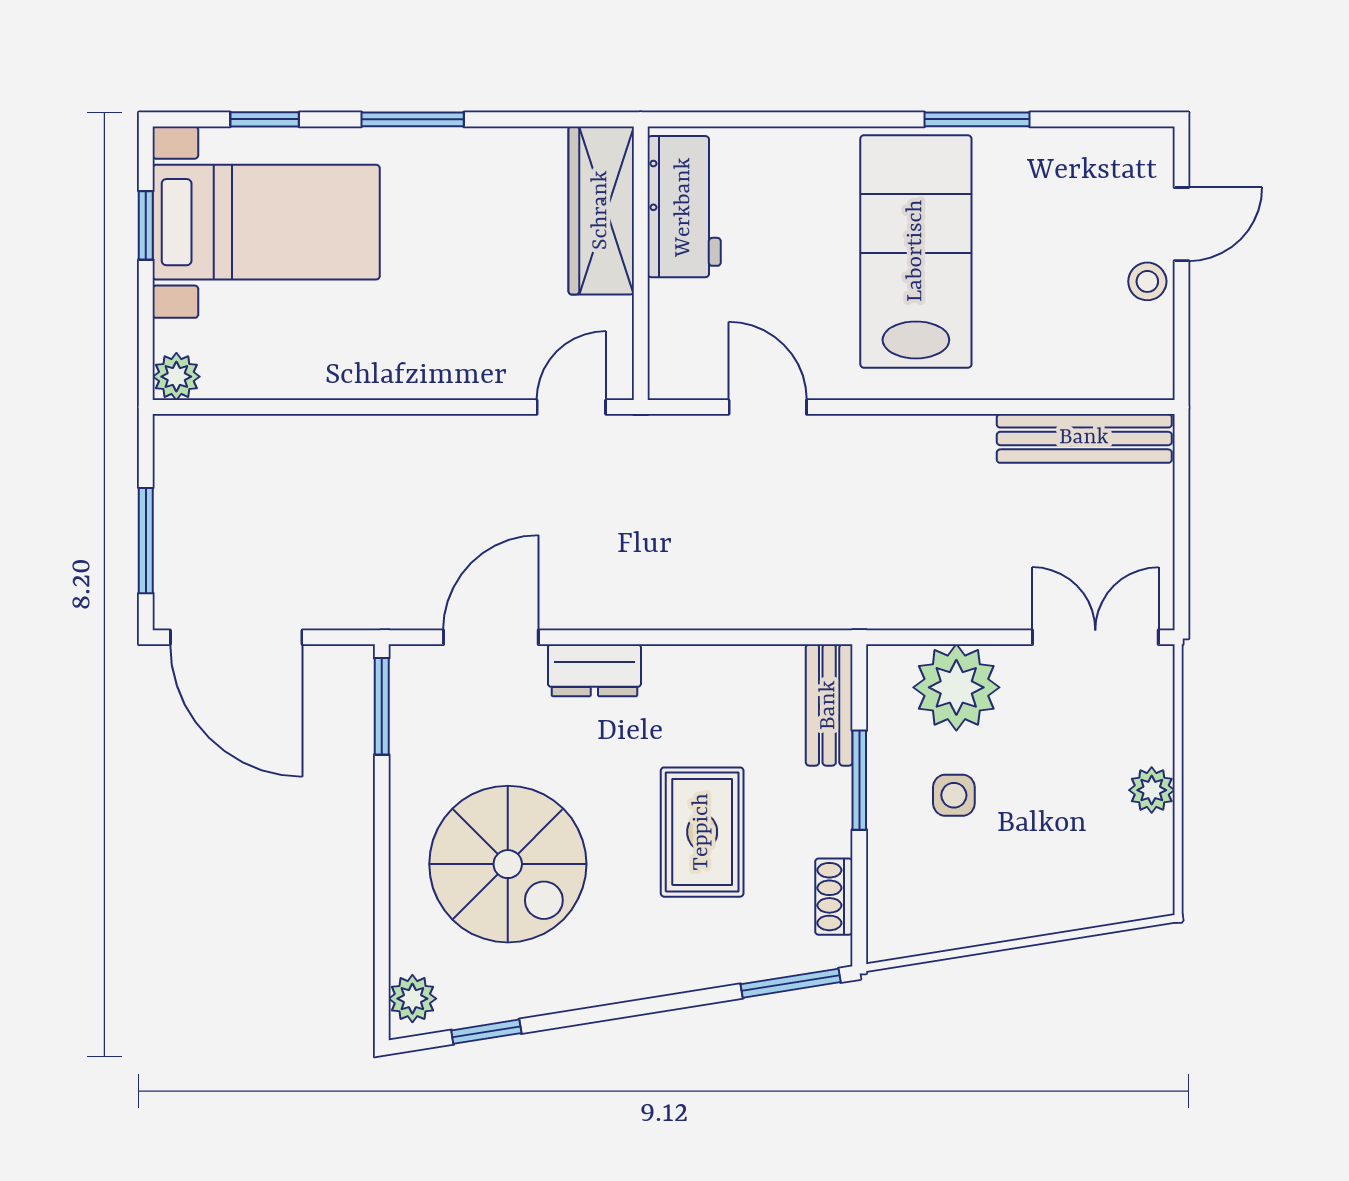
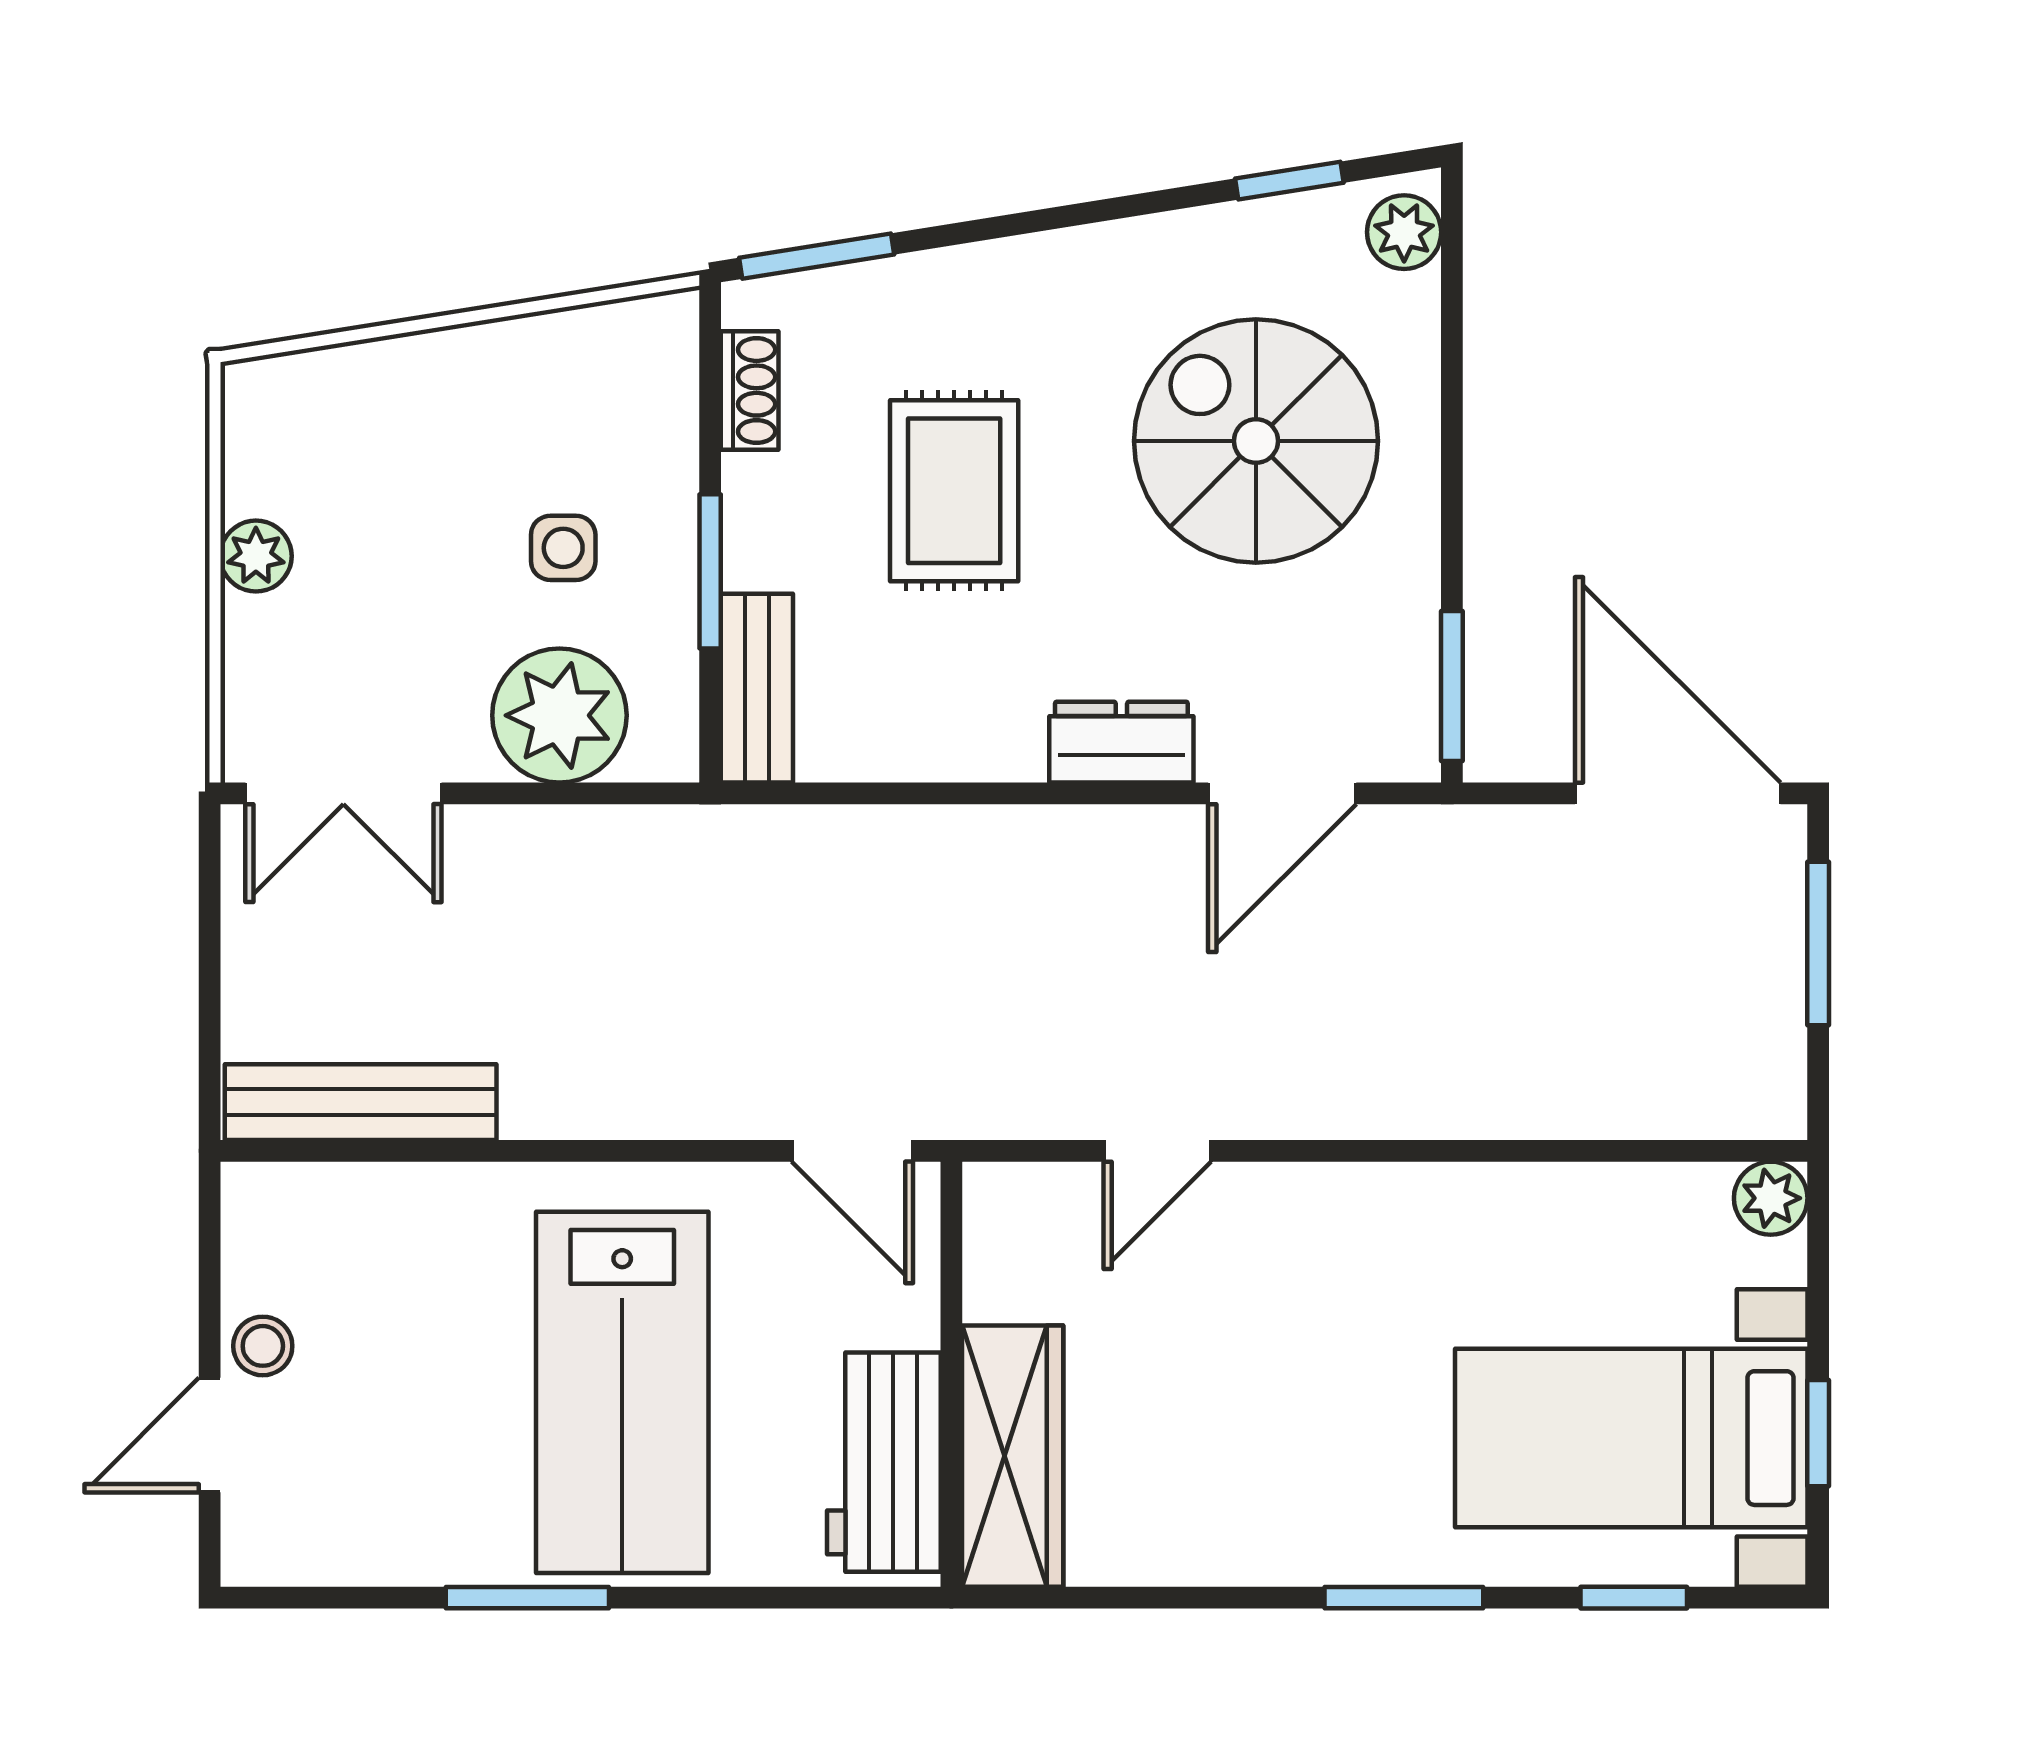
workbench: (684, 207) -> (884, 1462), moved
wardrobe: (601, 210) -> (1013, 1456), moved
wall: (641, 263) -> (951, 1374), moved

